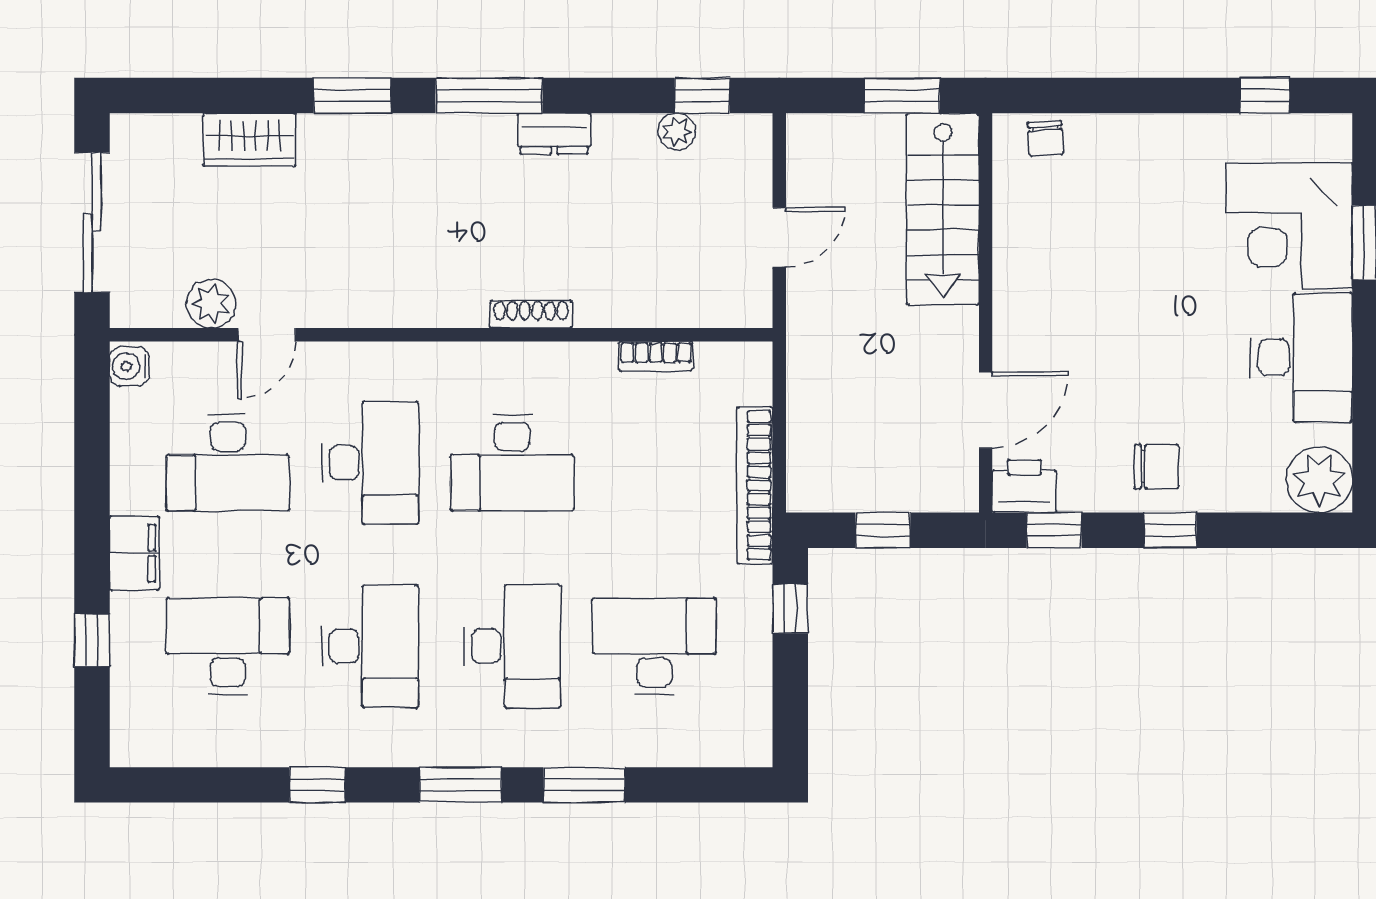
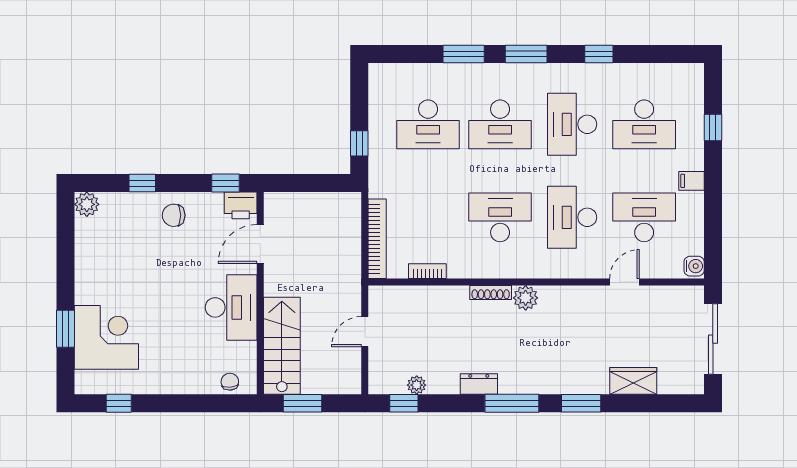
plant: (211, 304) -> (526, 298), moved
desk: (1301, 357) -> (231, 307), moved, turned 180
plant: (1319, 479) -> (87, 204), width x0.73, depth x0.73
bookcase: (755, 485) -> (377, 239), moved
window: (883, 530) -> (312, 183), removed
window: (1170, 530) -> (142, 183), moved
filing cabinet: (134, 553) -> (691, 181), width x0.50
desk: (512, 646) -> (500, 124), turned -90

